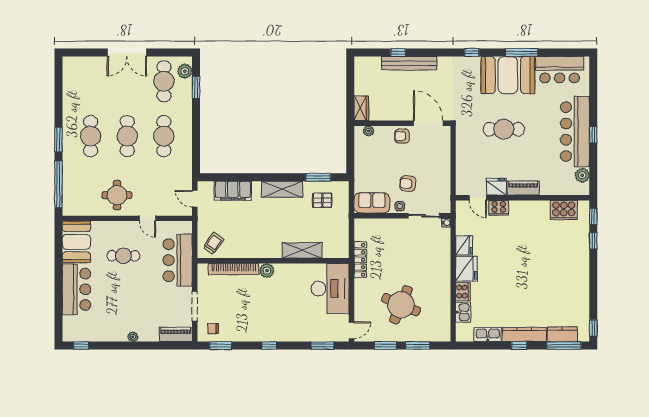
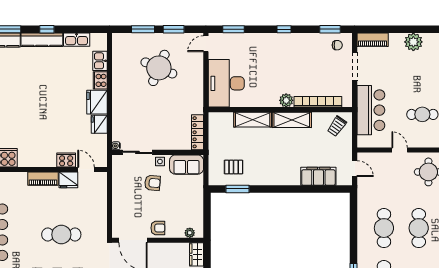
shelving: (282, 189) -> (292, 120), moved
locker: (360, 260) -> (198, 132), moved
plant: (133, 337) -> (413, 42), width x1.87, depth x1.87

